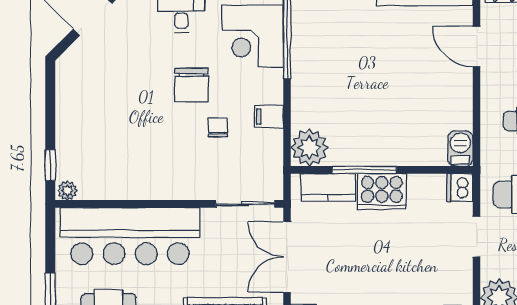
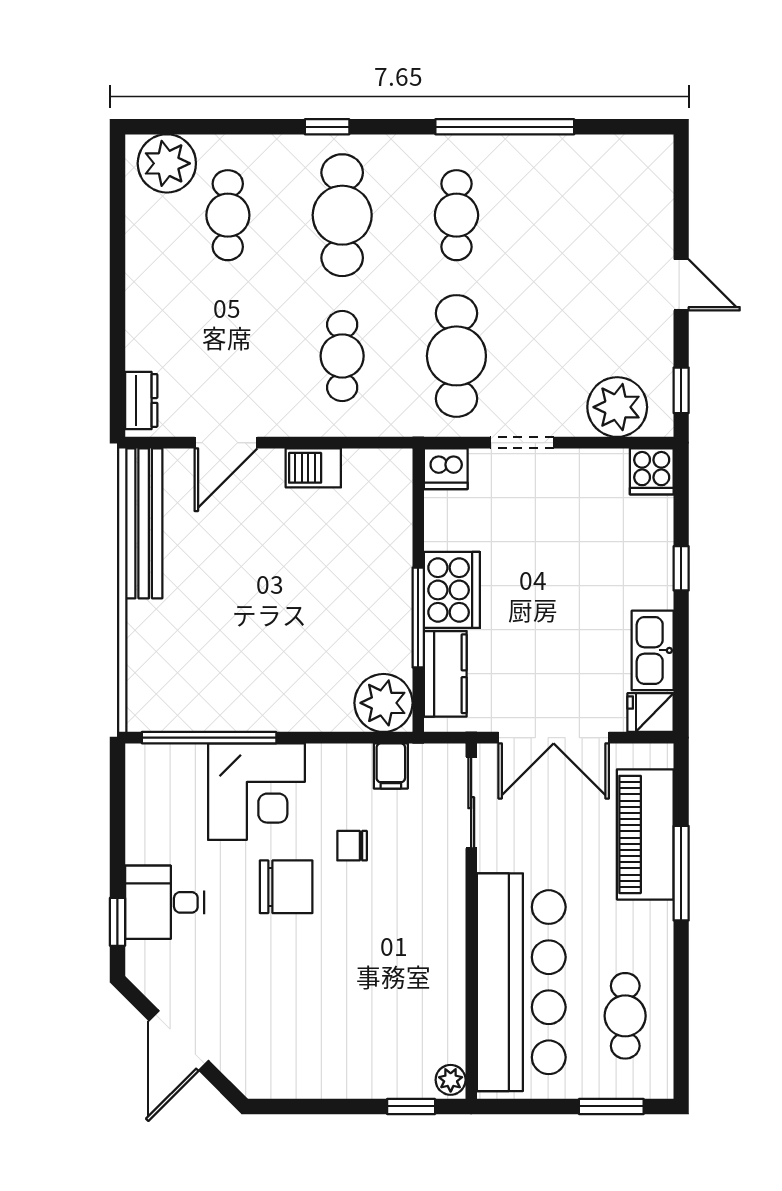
corner desk: (252, 36) -> (256, 792), moved
filing cabinet: (269, 117) -> (391, 766), moved
barbecue: (460, 149) -> (313, 468), moved

